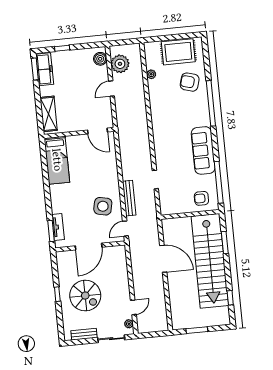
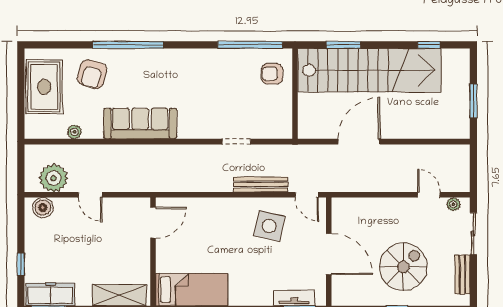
sofa: (203, 150) -> (140, 123), moved, turned 180
armchair: (201, 198) -> (272, 74), turned 90

